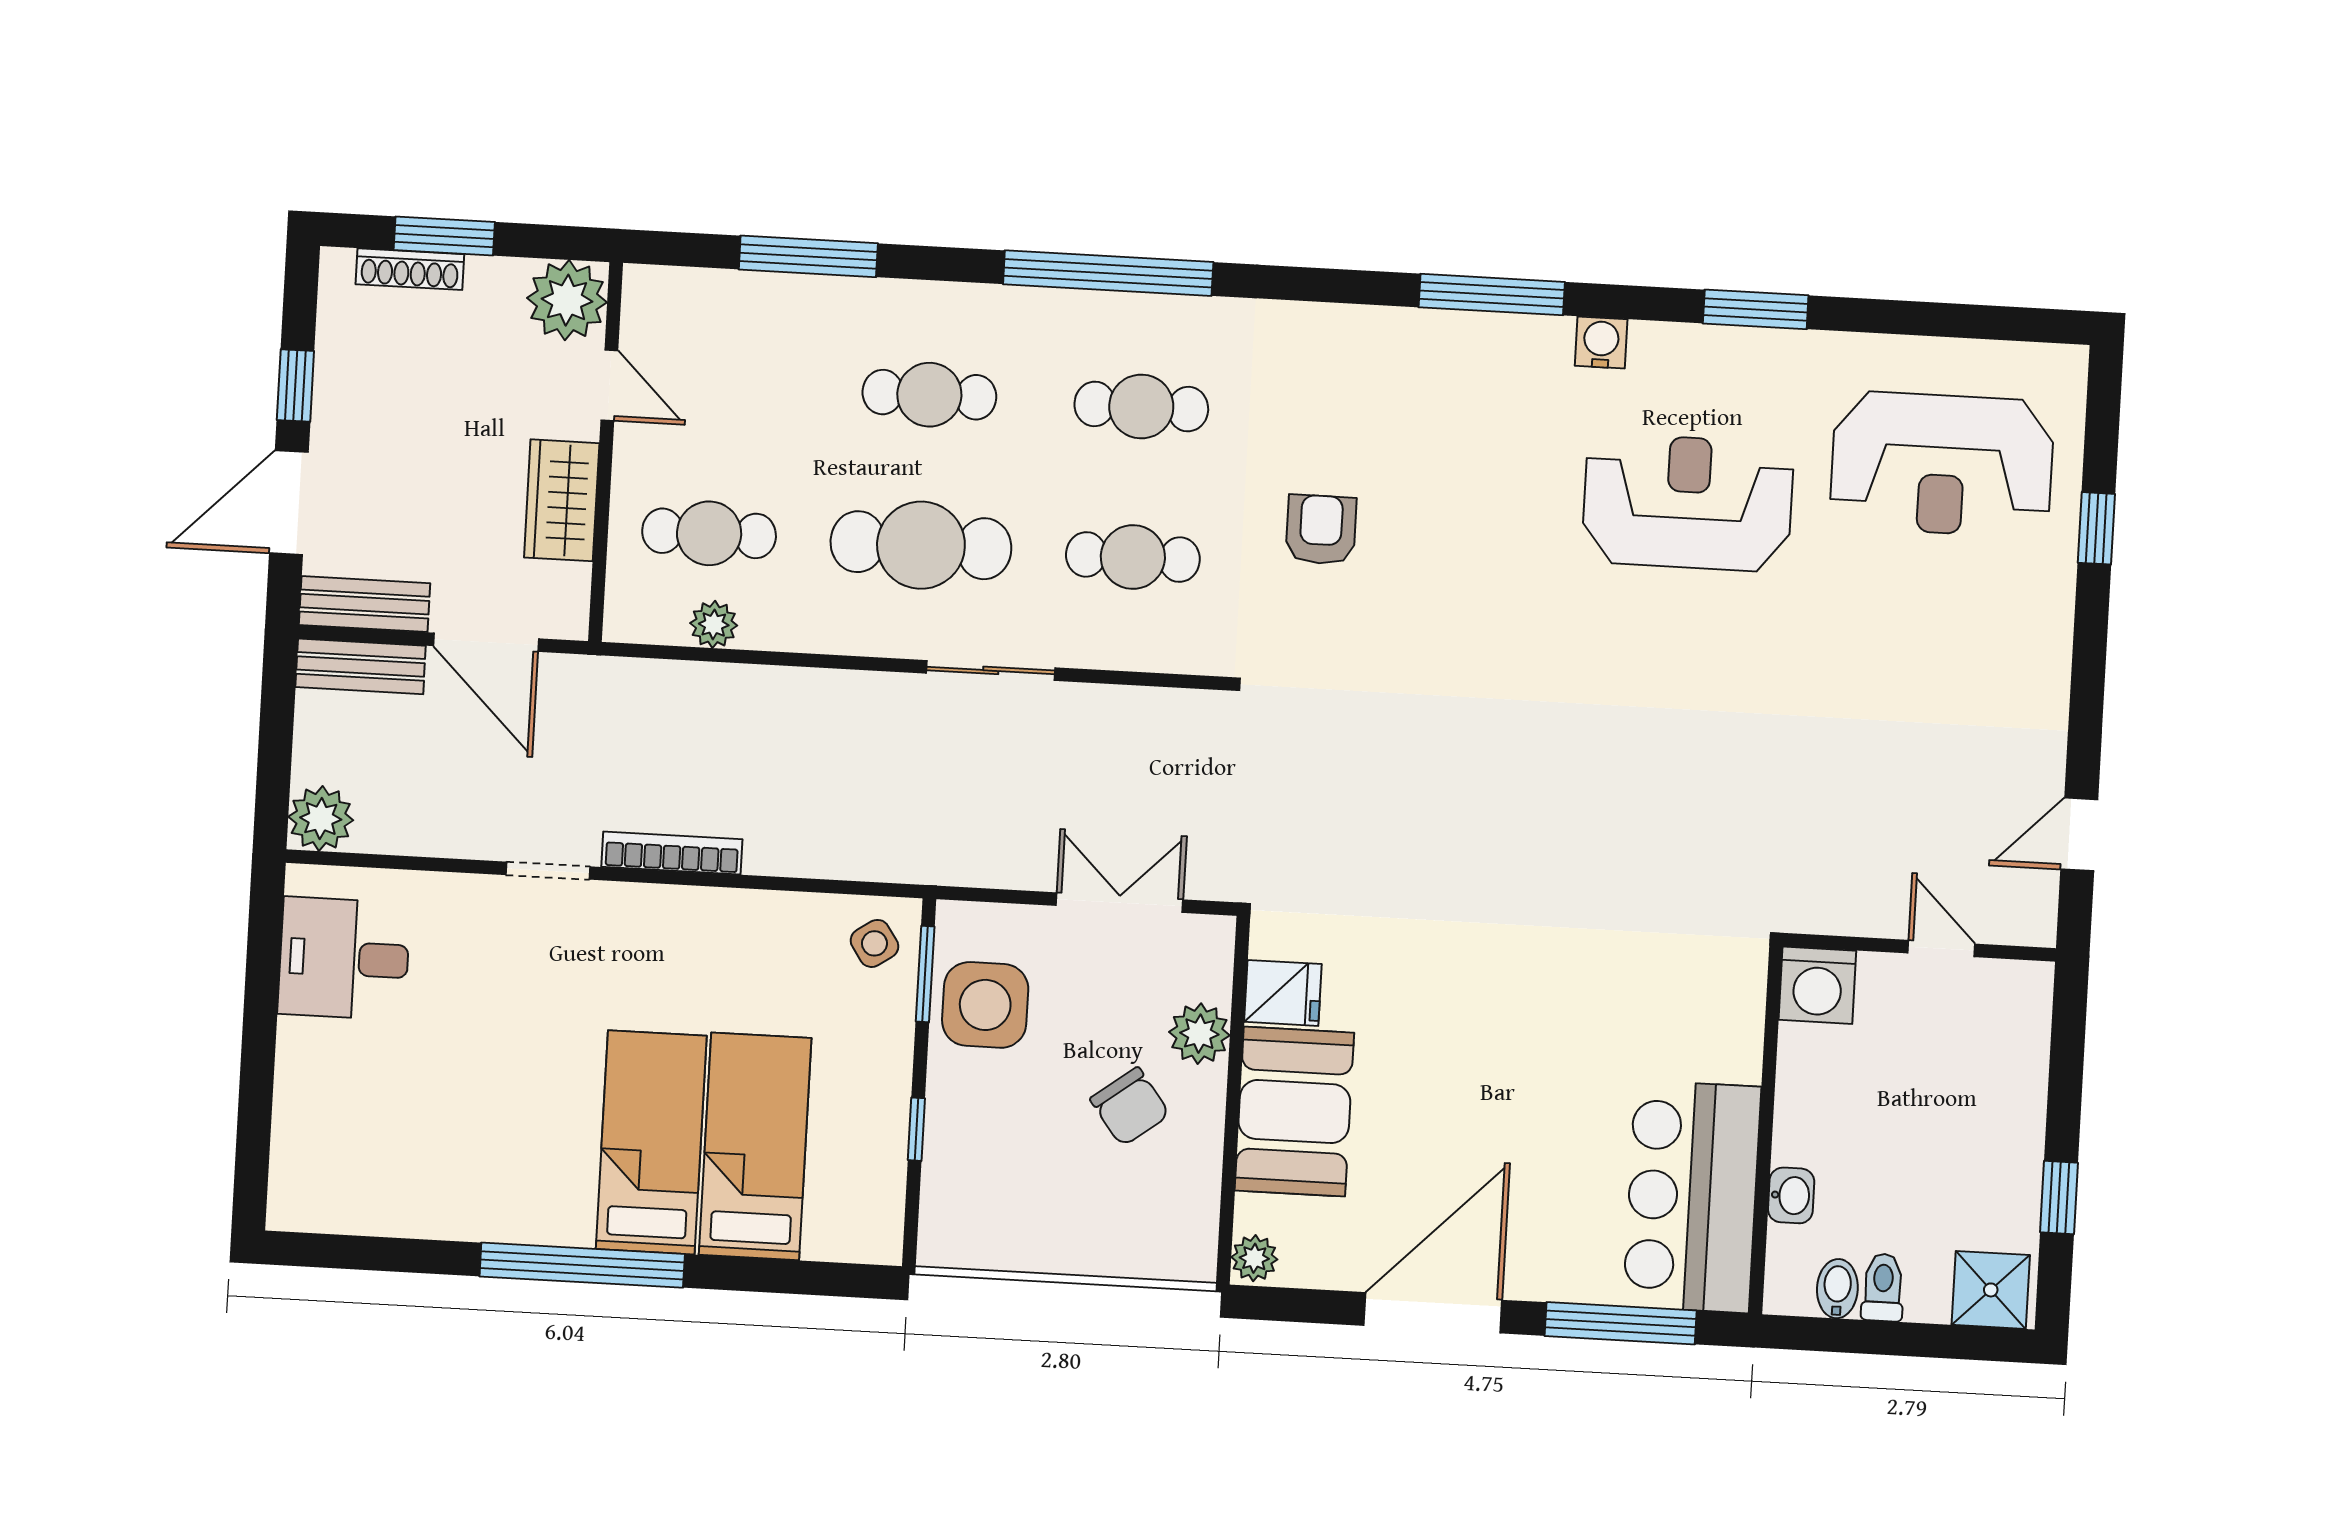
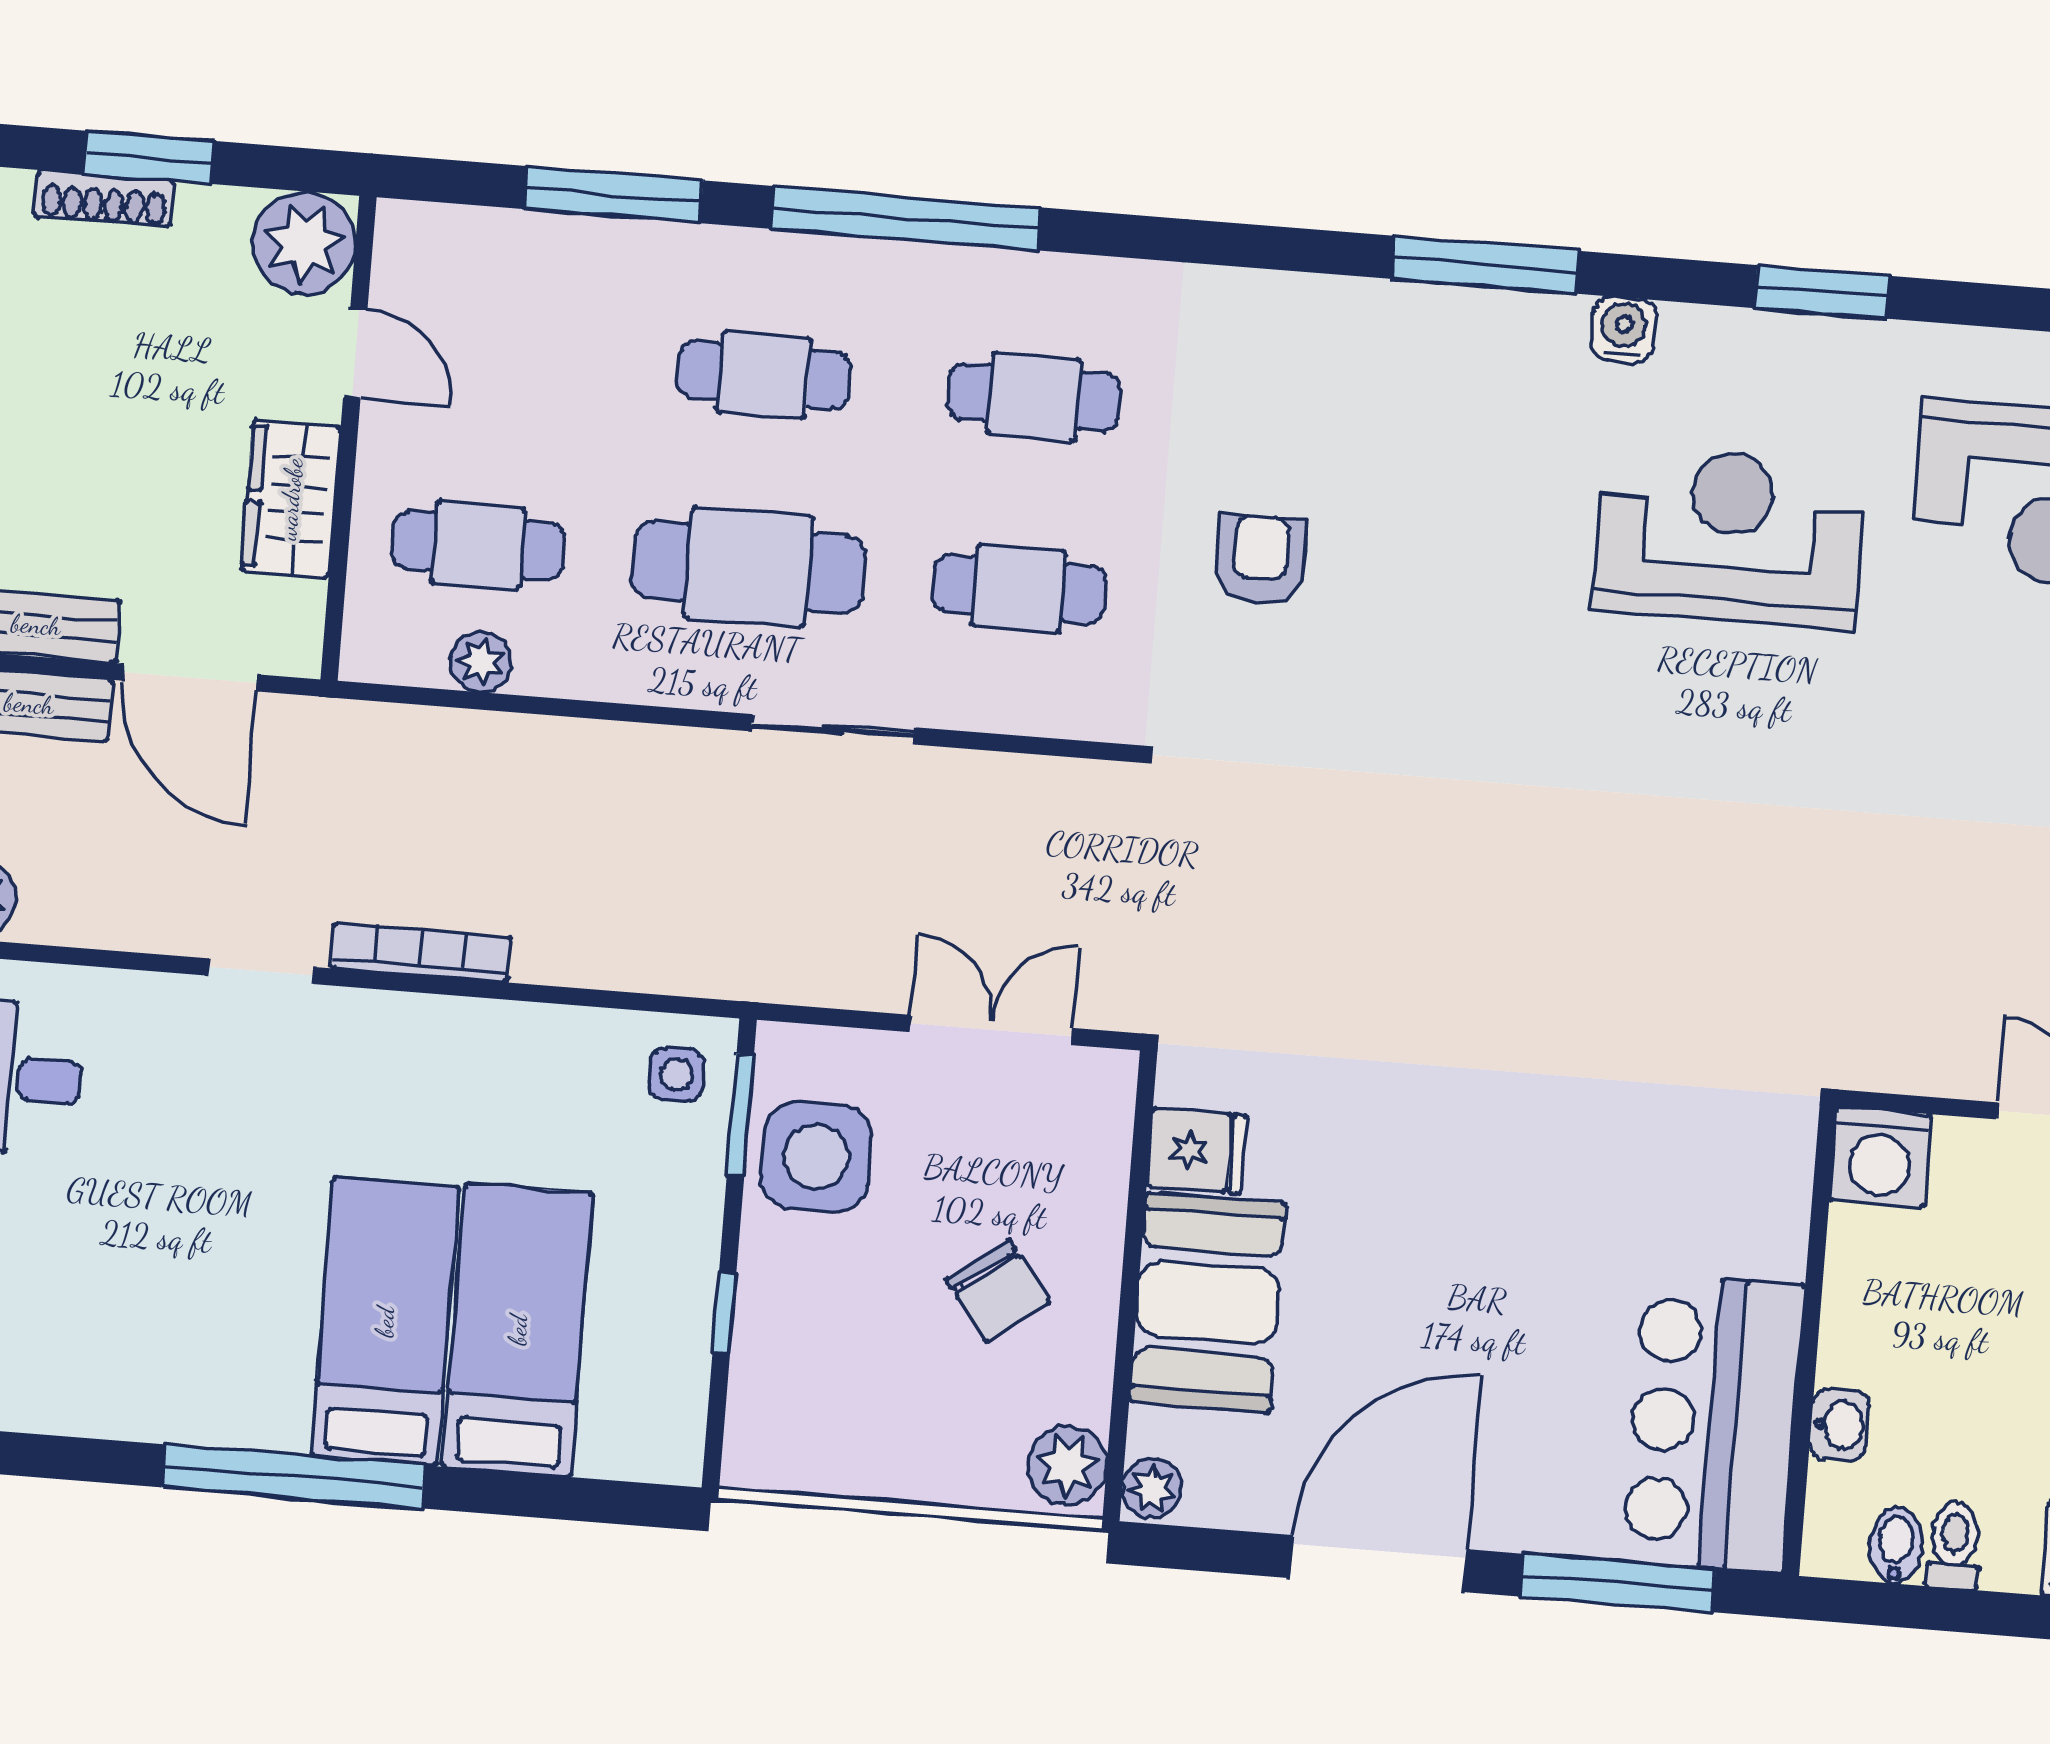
window: (1108, 273) -> (906, 218), moved
side table: (874, 943) -> (677, 1074), turned 34
plant: (1199, 1034) -> (1068, 1465), moved

